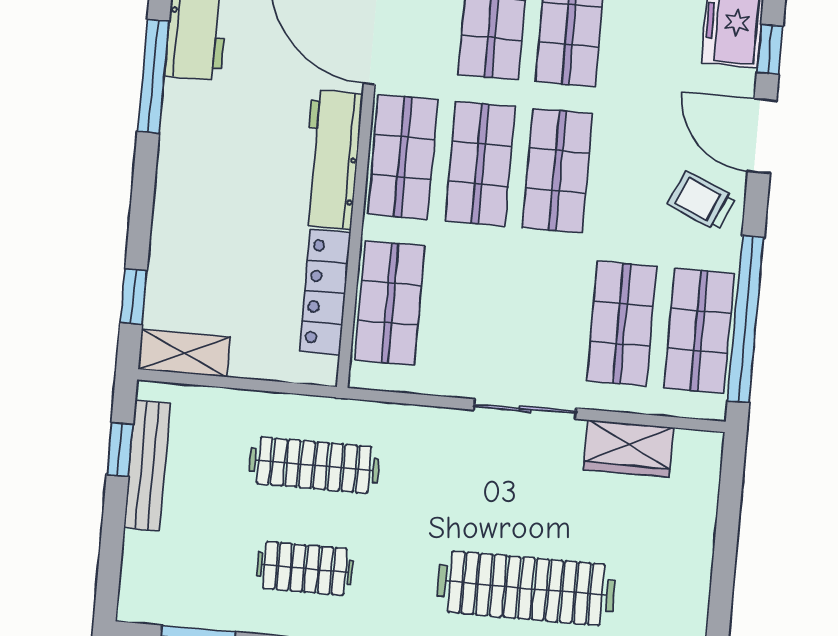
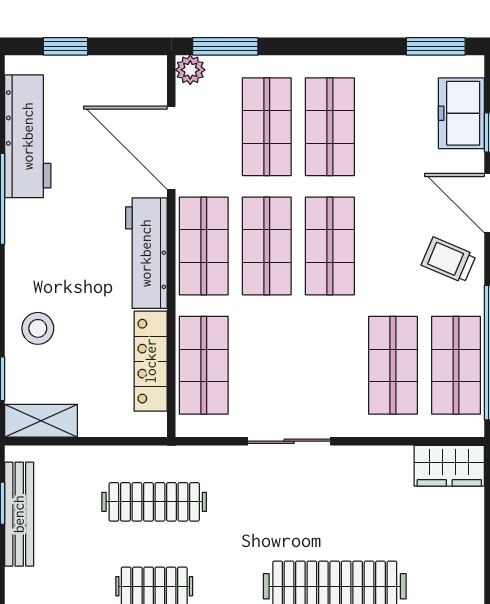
stool: (190, 240) -> (38, 328), added
sliding door: (525, 409) -> (289, 441), moved
wardrobe: (628, 448) -> (449, 466), moved

